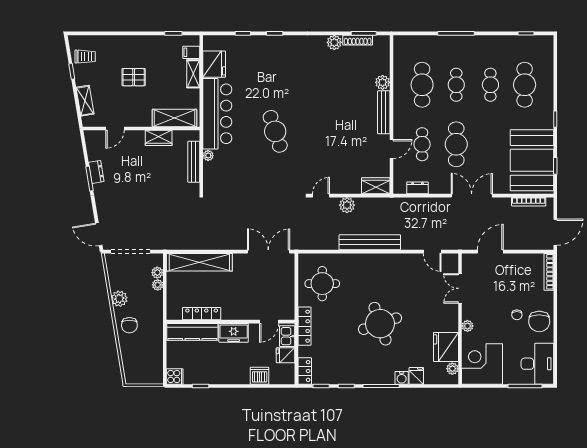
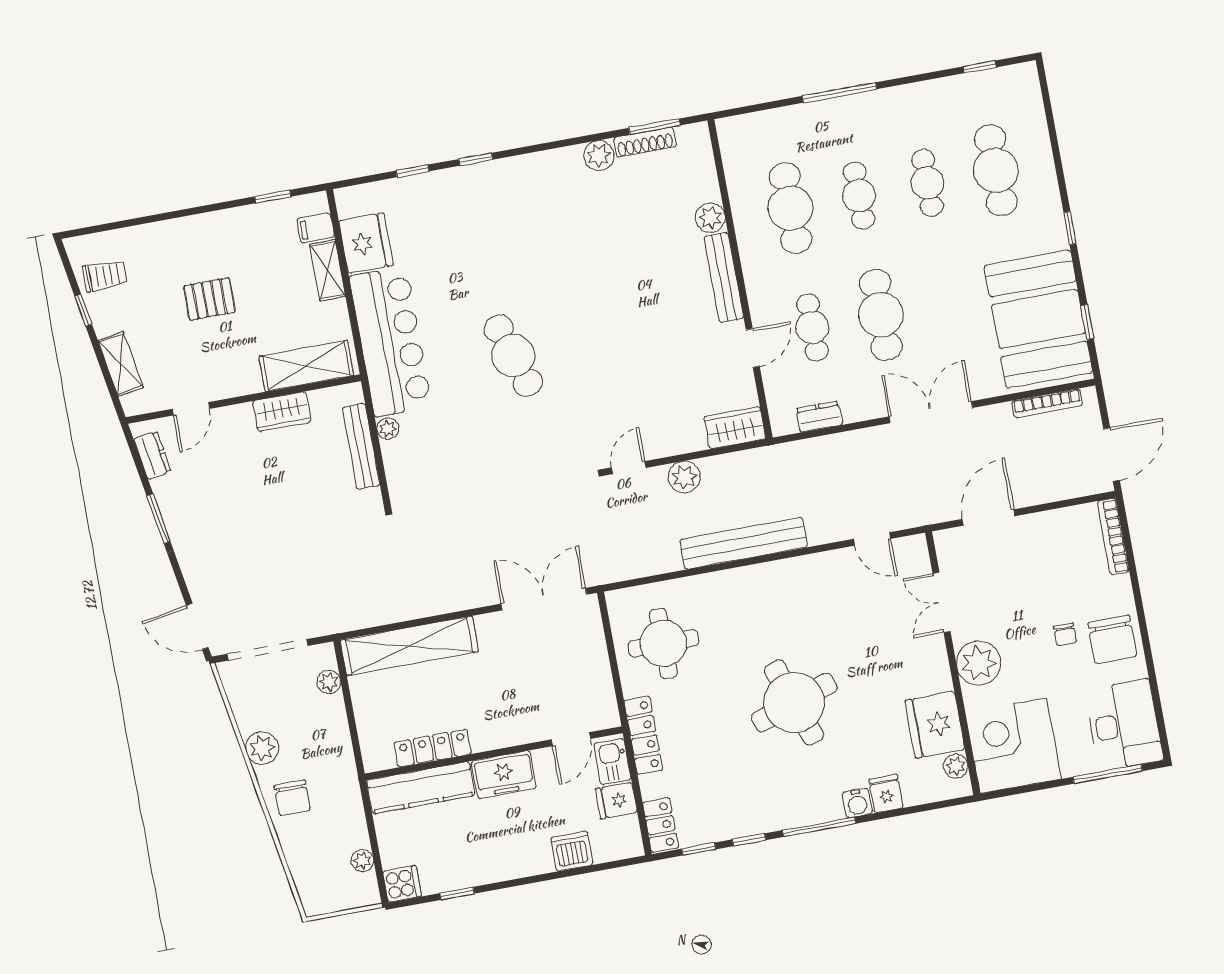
dresser: (96, 172) -> (152, 455), moved
plant: (158, 285) -> (362, 861), moved
plant: (467, 326) -> (979, 663), width x1.88, depth x1.88

